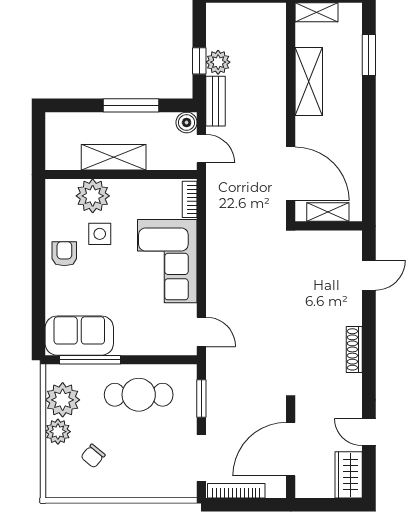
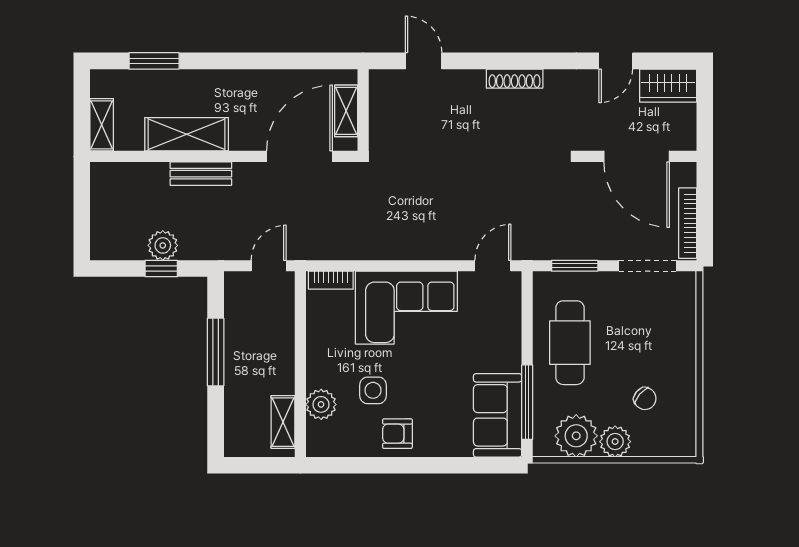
bench: (215, 101) -> (201, 174), moved
boiler: (187, 123) -> (237, 284), removed
shelving: (114, 157) -> (283, 422), moved, width x0.67, depth x0.75
plant: (93, 196) -> (321, 404), width x0.73, depth x0.73

